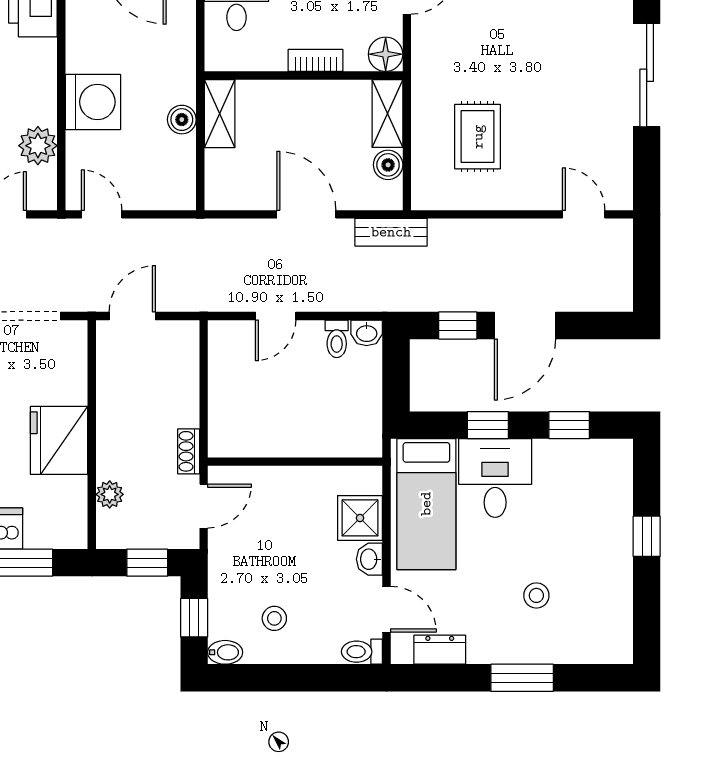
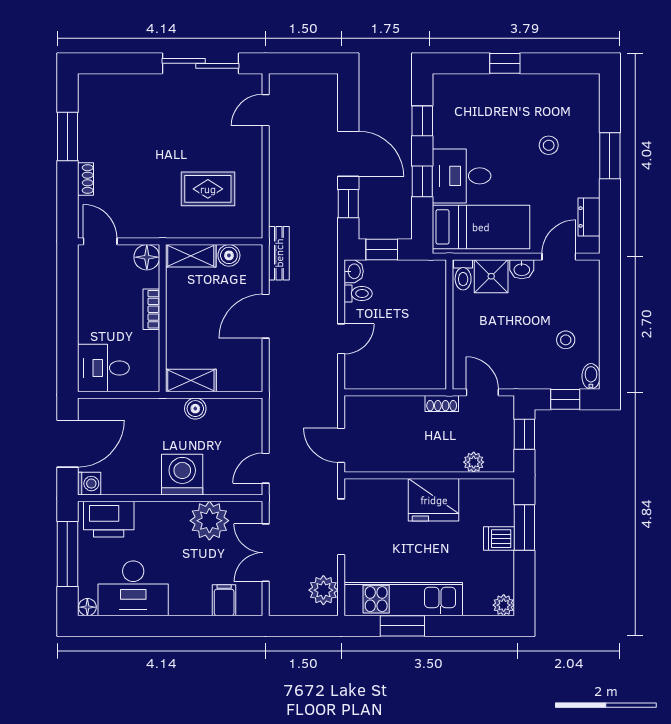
sliding door: (647, 75) -> (201, 63), moved
plant: (38, 146) -> (209, 521), width x1.36, depth x1.36
door: (276, 316) -> (341, 339), hinge flipped
window: (396, 371) -> (382, 249), added
toilet: (362, 652) -> (463, 275), moved

